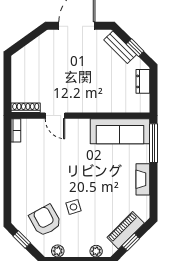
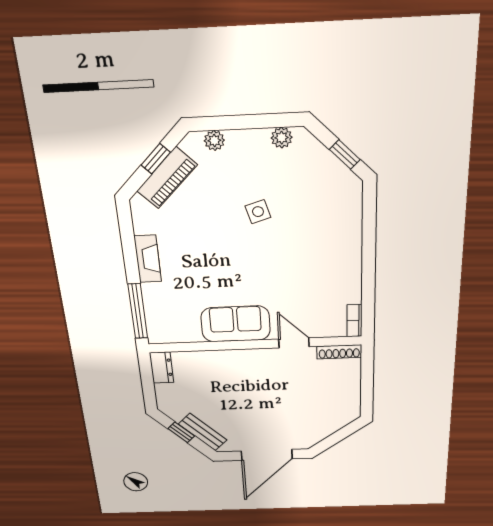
dresser: (143, 81) -> (162, 368), moved
sofa: (120, 131) -> (236, 324), moved, width x0.73
armchair: (45, 220) -> (305, 188), removed

